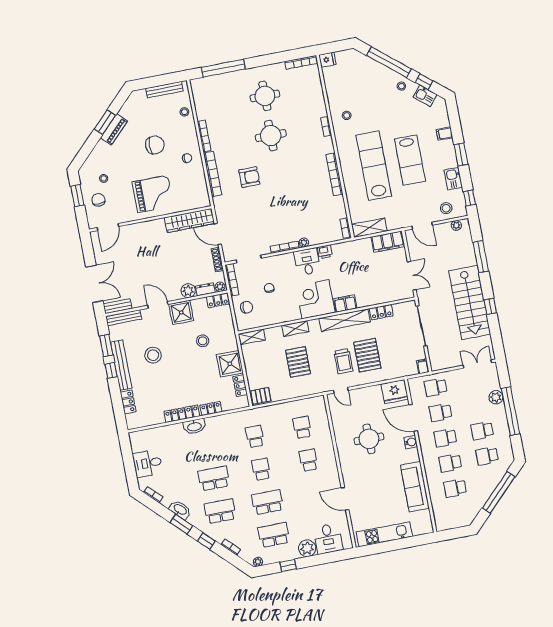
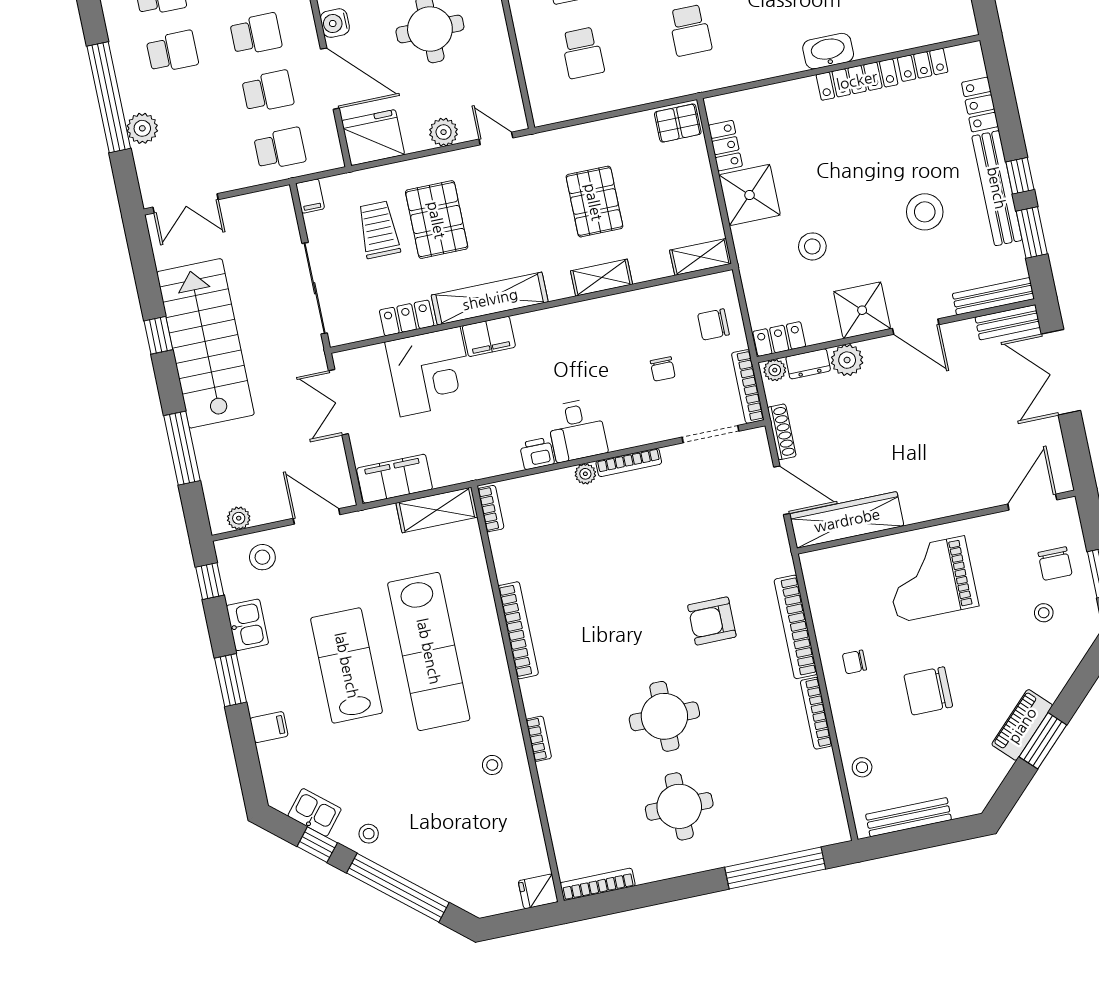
corner desk: (315, 299) -> (430, 372), moved
trolley: (343, 361) -> (379, 230), moved
plant: (364, 394) -> (444, 132), added
locker: (211, 409) -> (923, 65), moved

